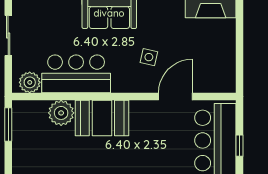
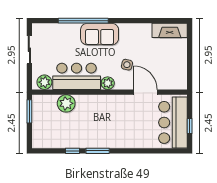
plant: (121, 84) -> (108, 83), added
door: (176, 97) -> (145, 92), hinge flipped
booth: (102, 118) -> (94, 107), removed

